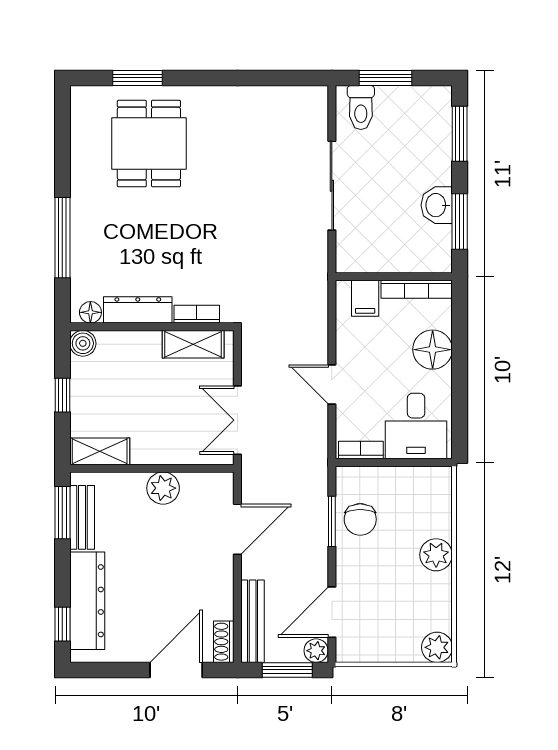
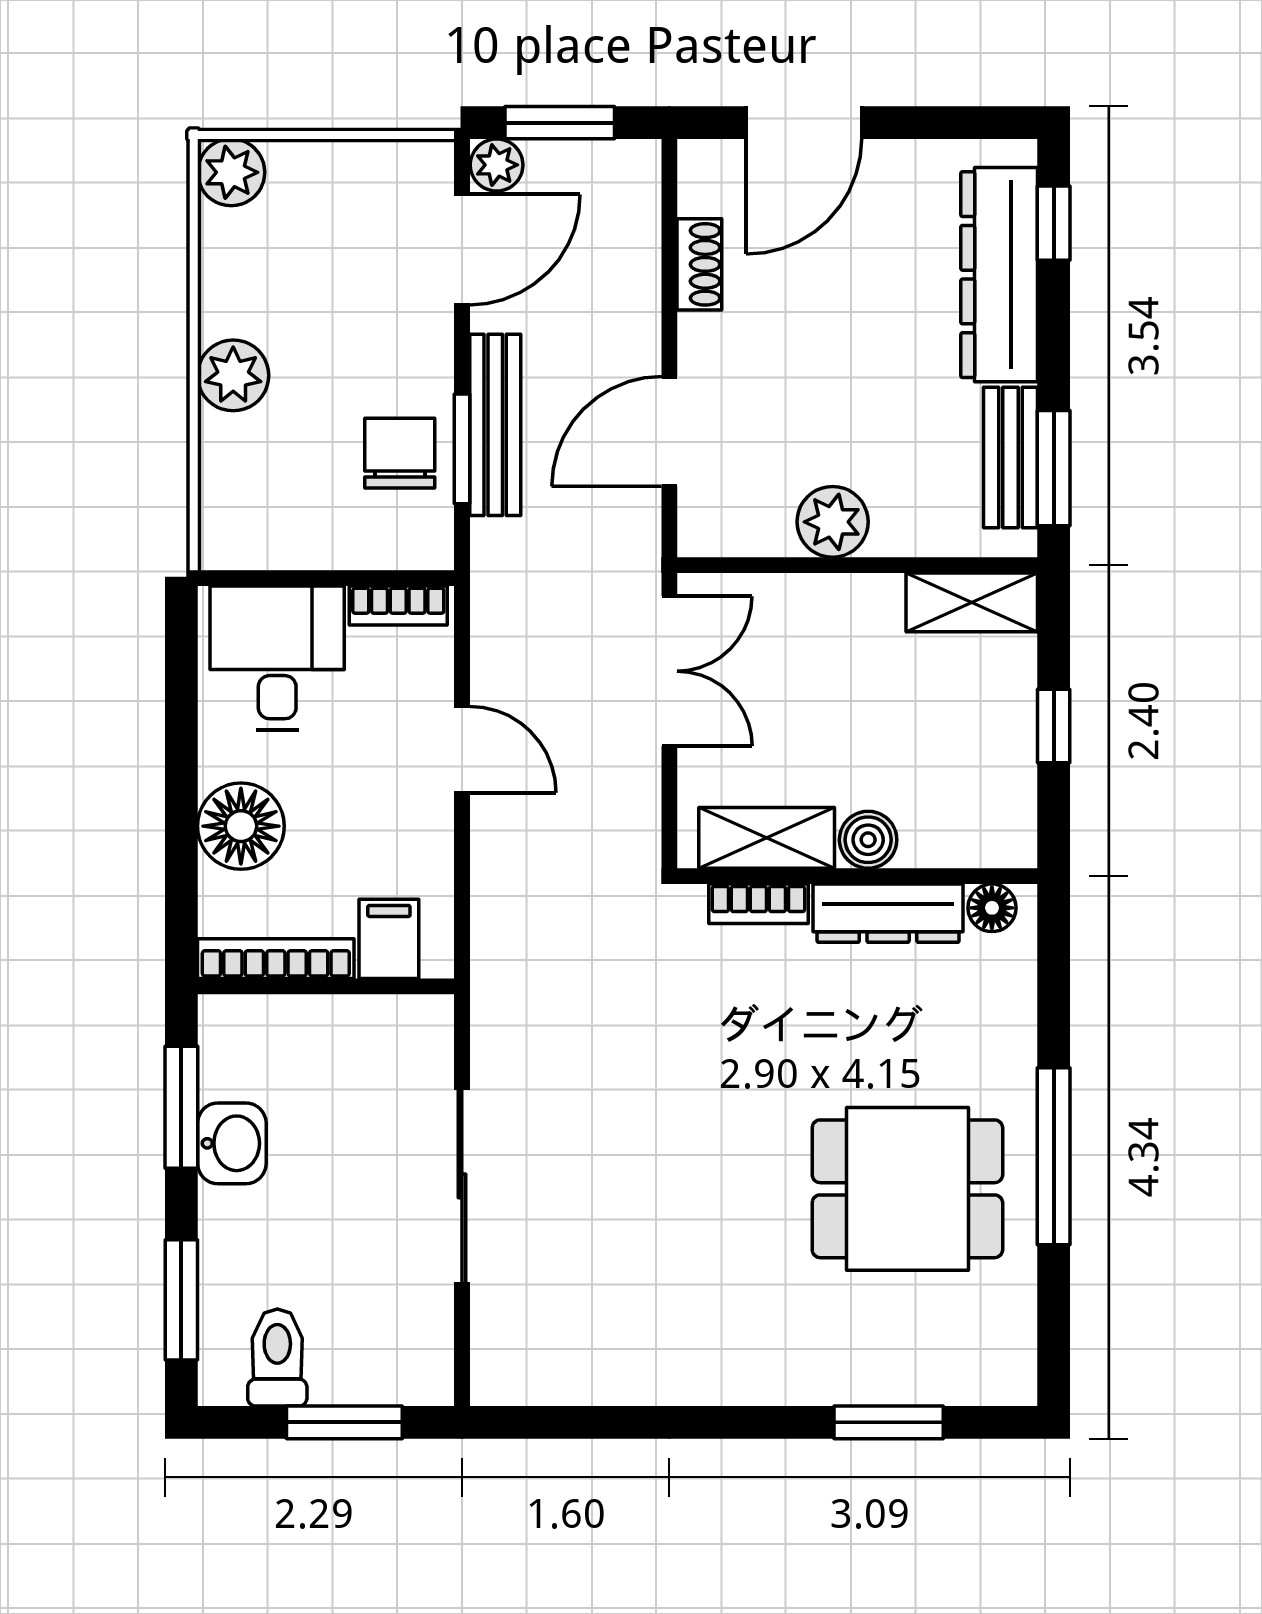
toilet: (361, 107) -> (277, 1358), moved
dining table: (149, 144) -> (907, 1189), moved, turned 90
window: (62, 238) -> (1054, 1156), moved
boiler: (83, 343) -> (868, 840), moved
bench: (253, 621) -> (495, 425), moved
shoe rack: (224, 642) -> (699, 264), moved

